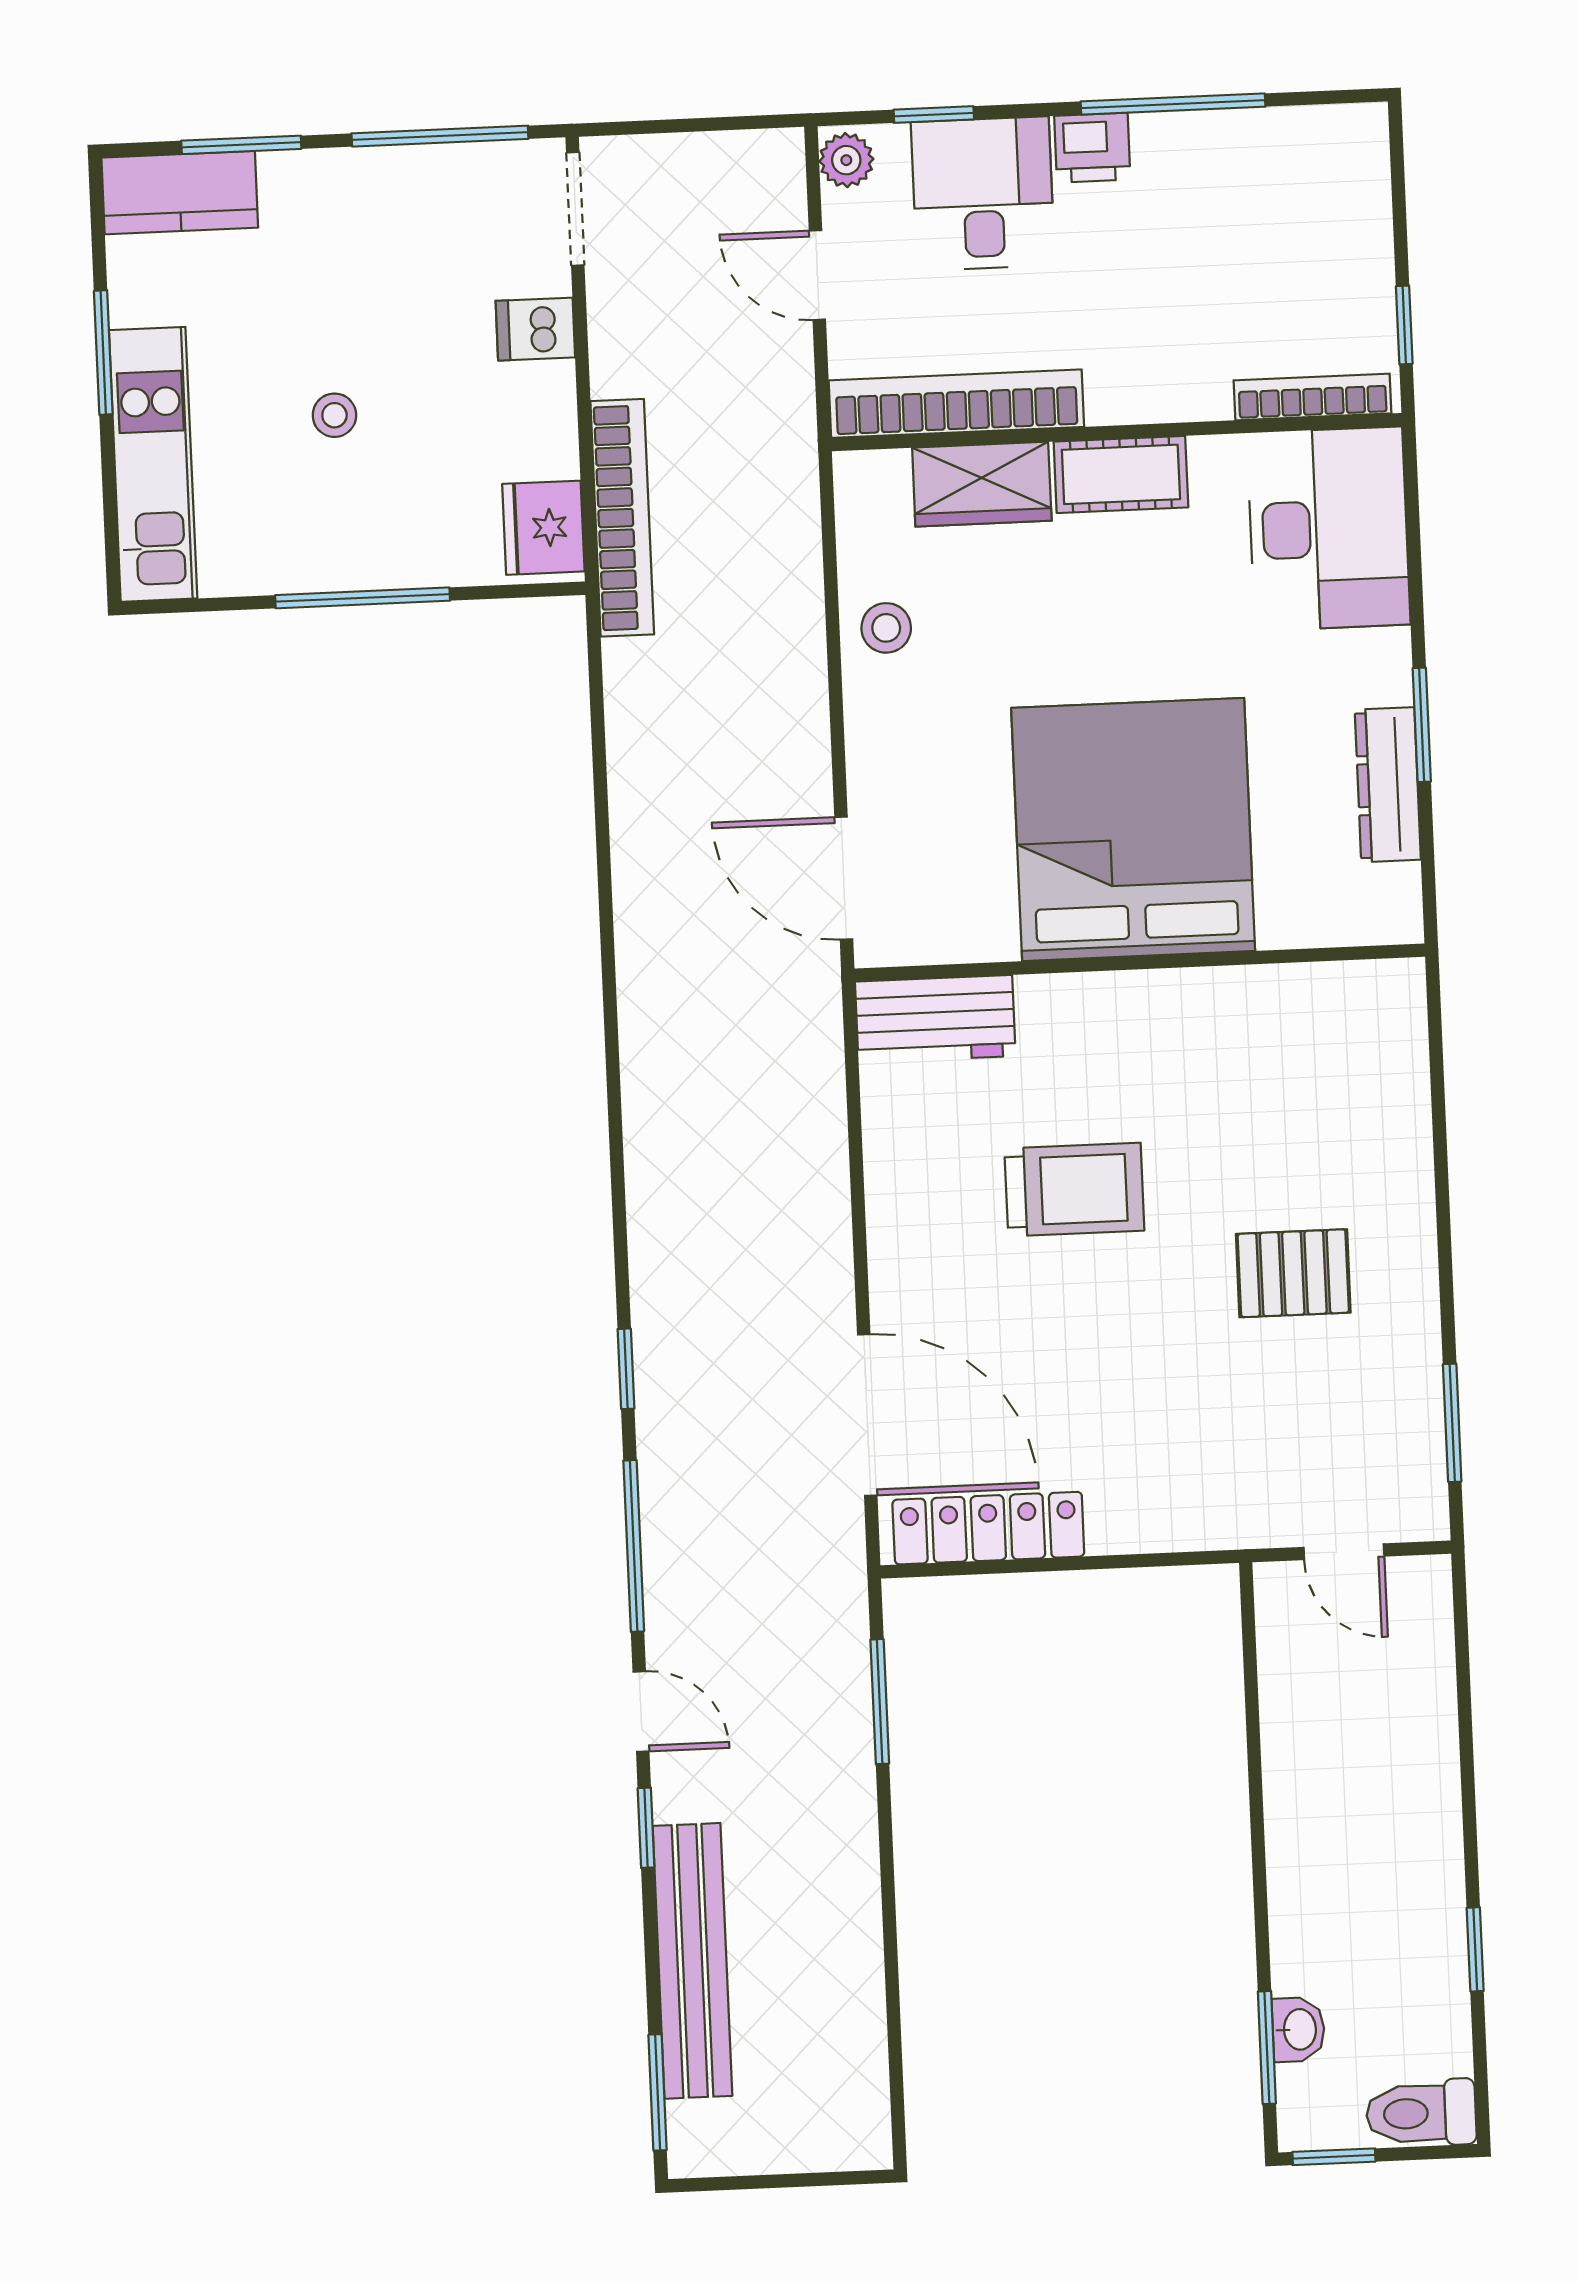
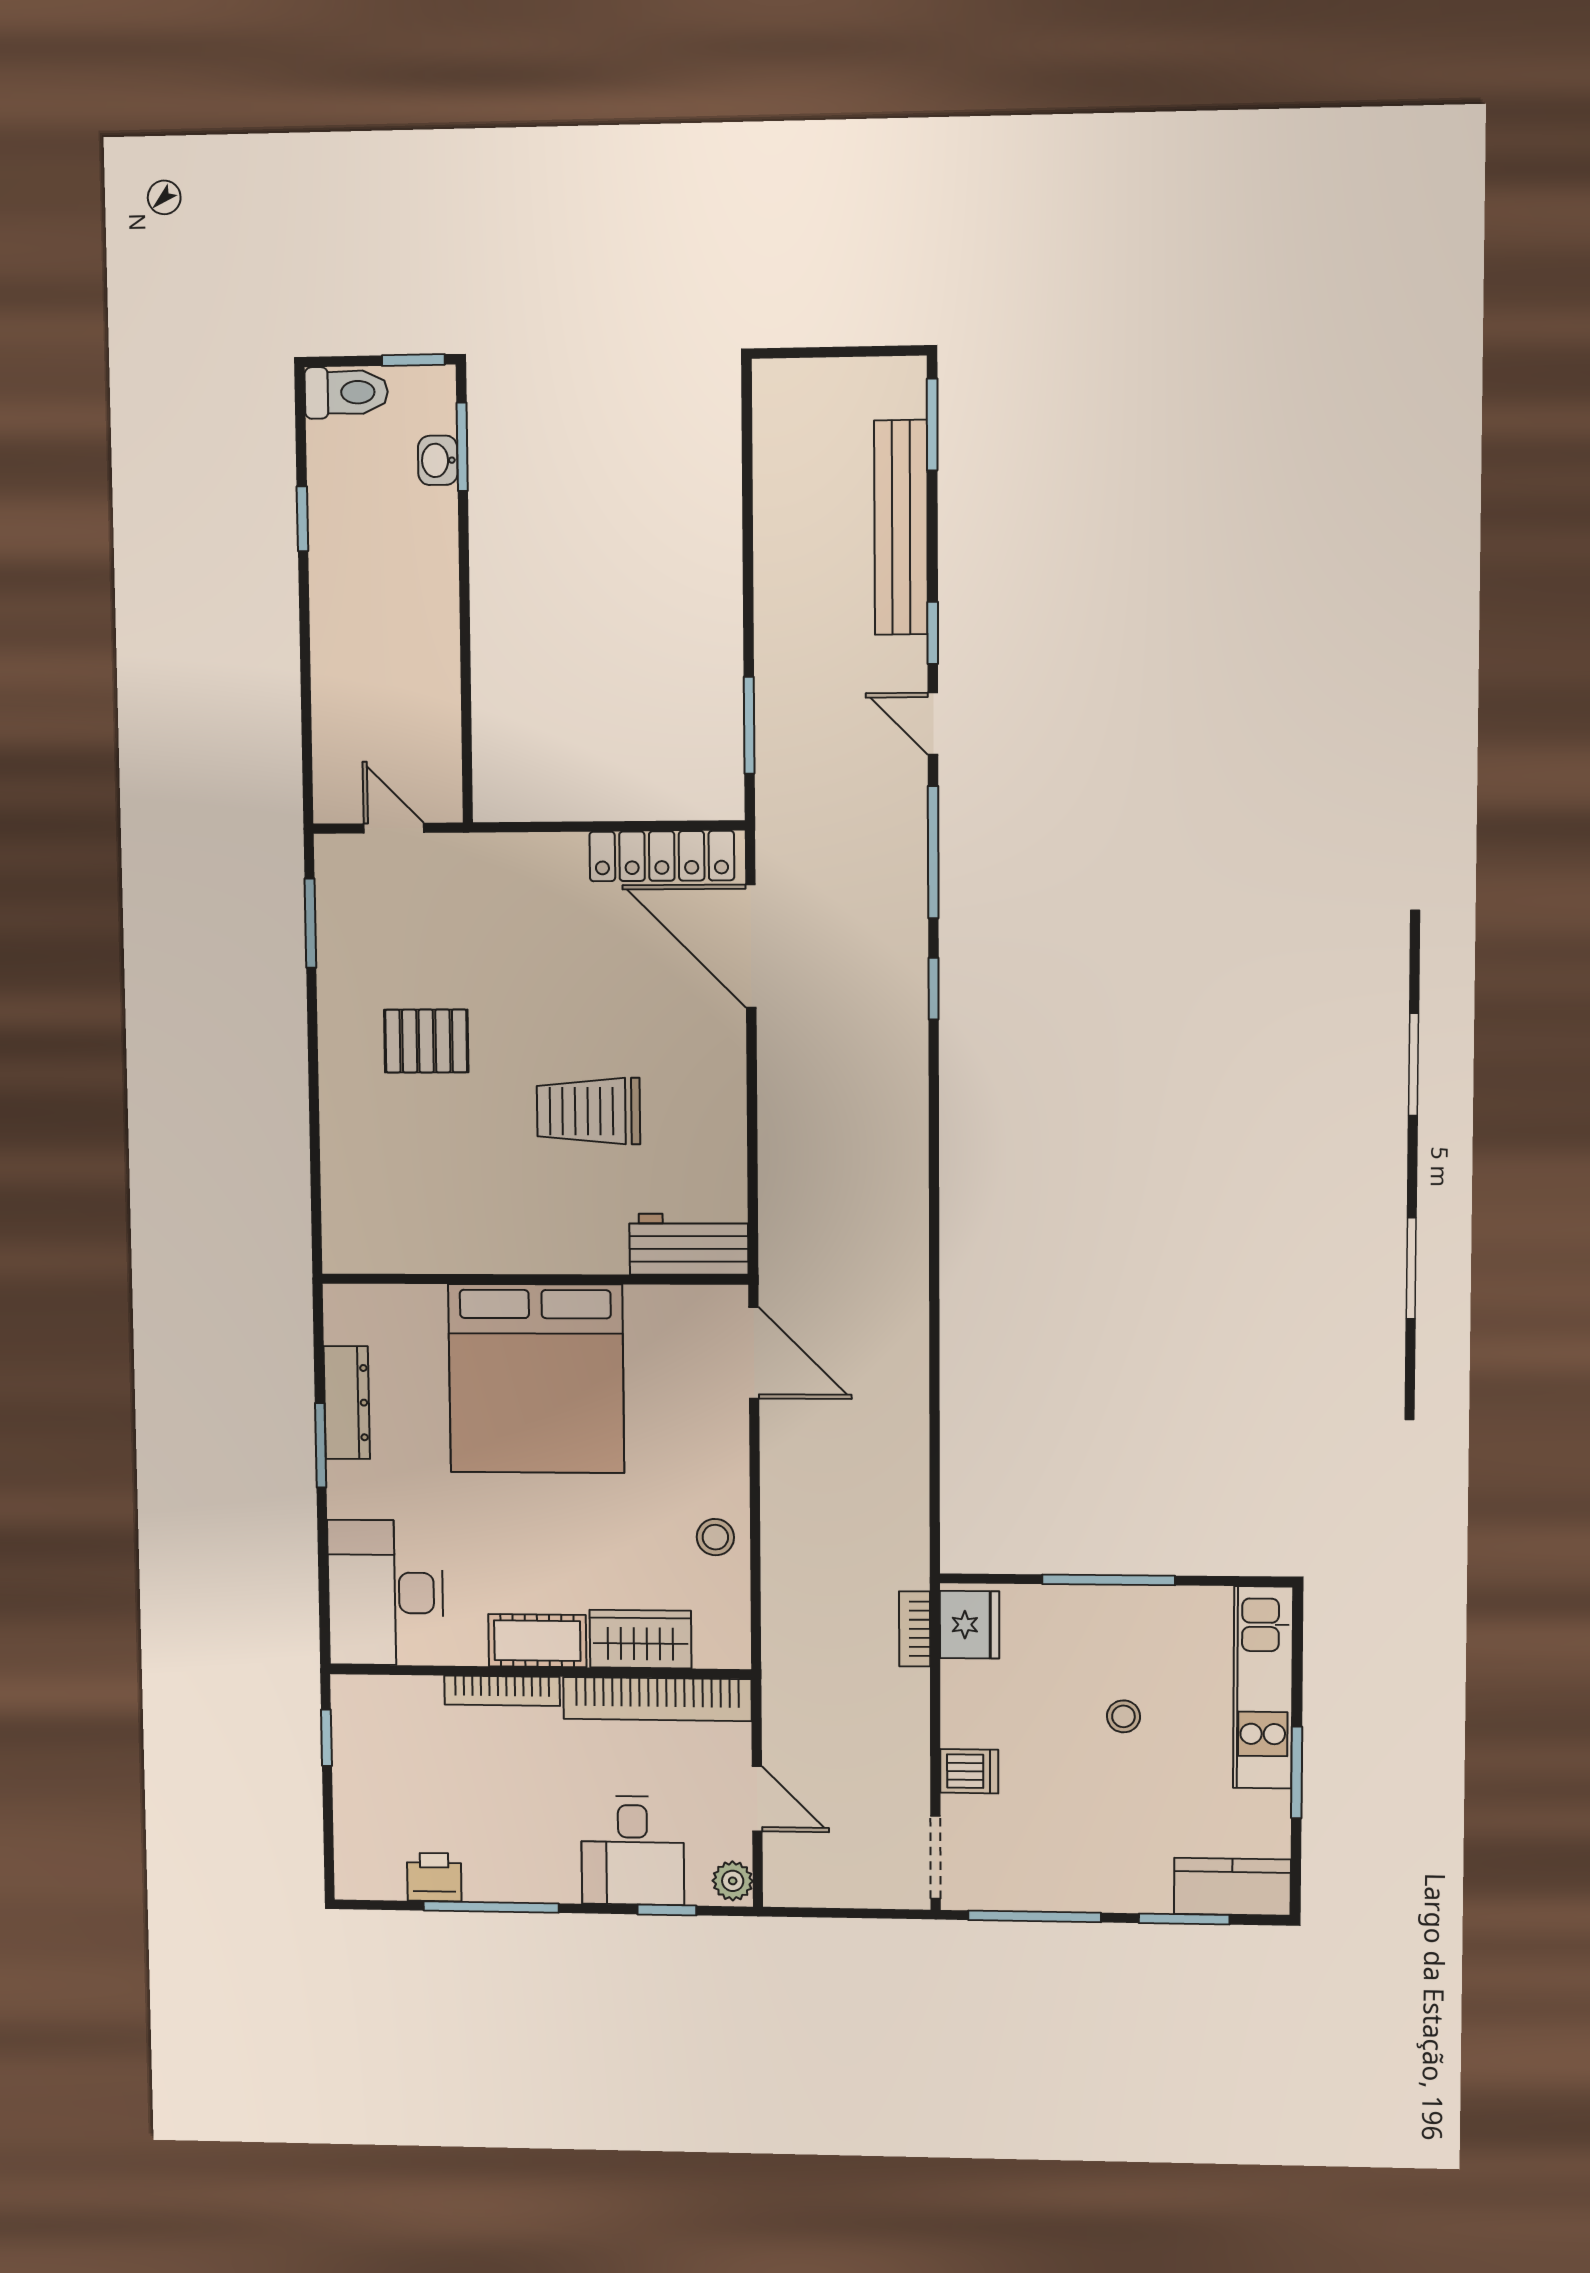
printer: (1092, 148) -> (434, 1877), moved
bookcase: (1313, 397) -> (502, 1691), moved
bookcase: (622, 518) -> (915, 1629), width x0.43, depth x0.76

